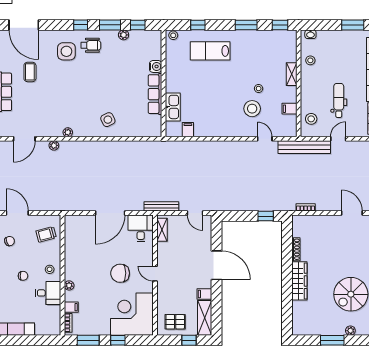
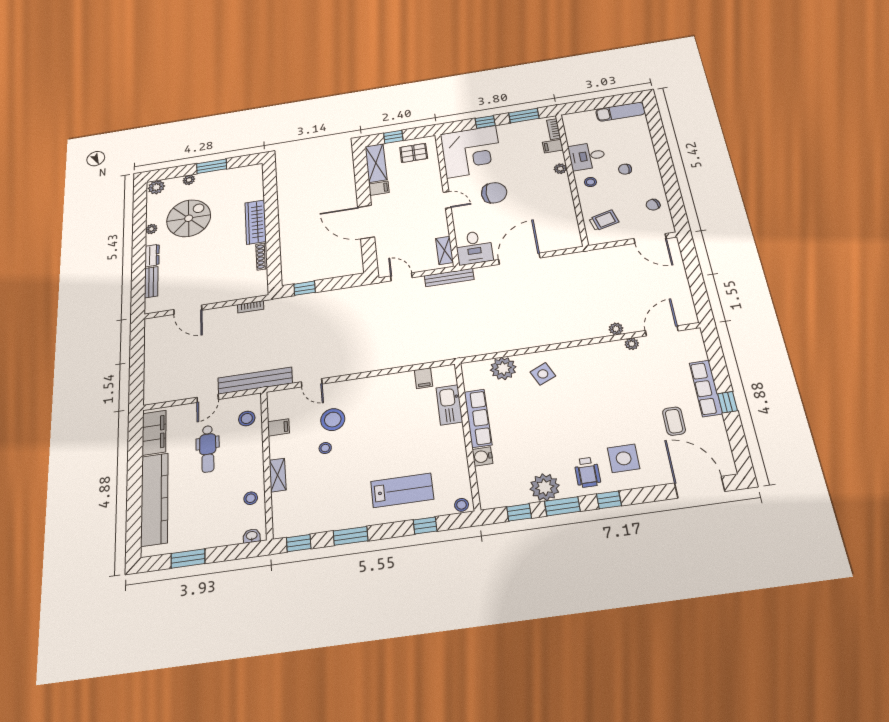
plant: (124, 35) -> (545, 487), width x1.88, depth x1.88
wheelchair: (91, 45) -> (587, 472), turned -90
plant: (133, 128) -> (503, 368), added
plant: (68, 132) -> (632, 344), moved

